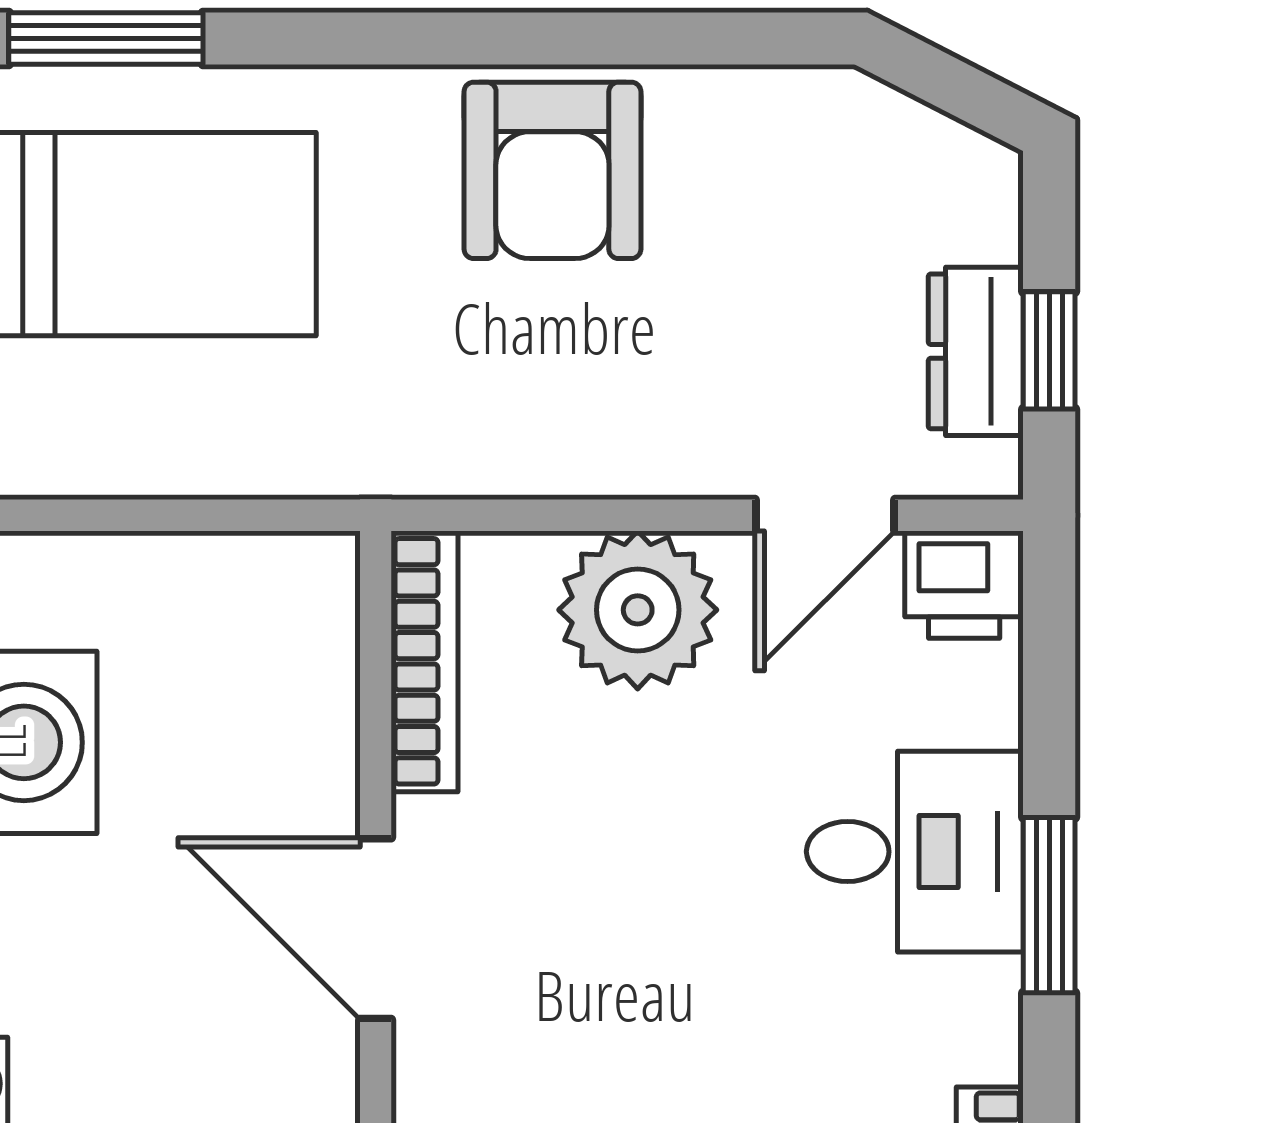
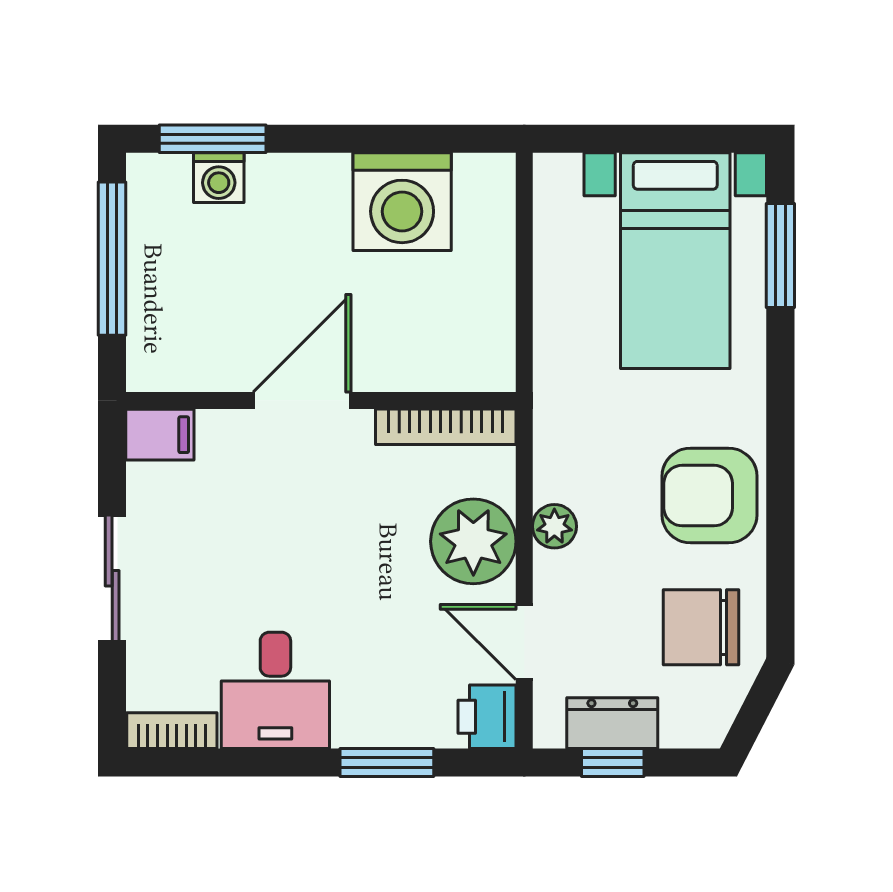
chair: (798, 186) -> (701, 627), added
plant: (610, 459) -> (554, 526), added
desk: (915, 852) -> (275, 690), moved
window: (1049, 905) -> (387, 762), moved

